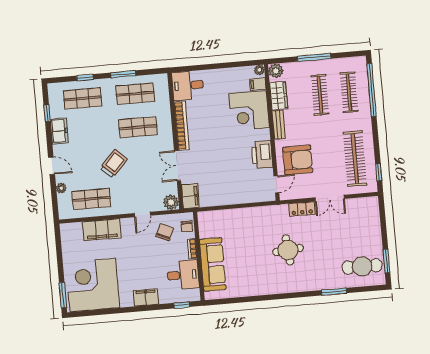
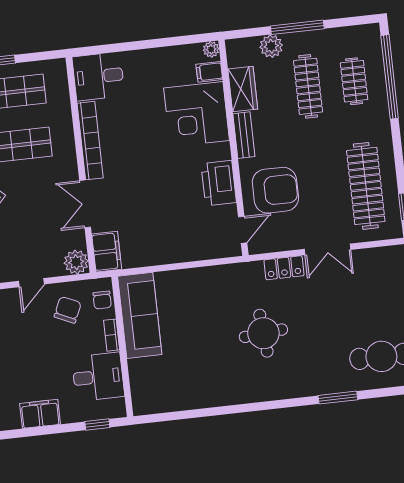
plant: (276, 71) -> (271, 46), moved
clothes rail: (349, 92) -> (354, 81), width x0.73
sofa: (213, 264) -> (140, 315), moved

